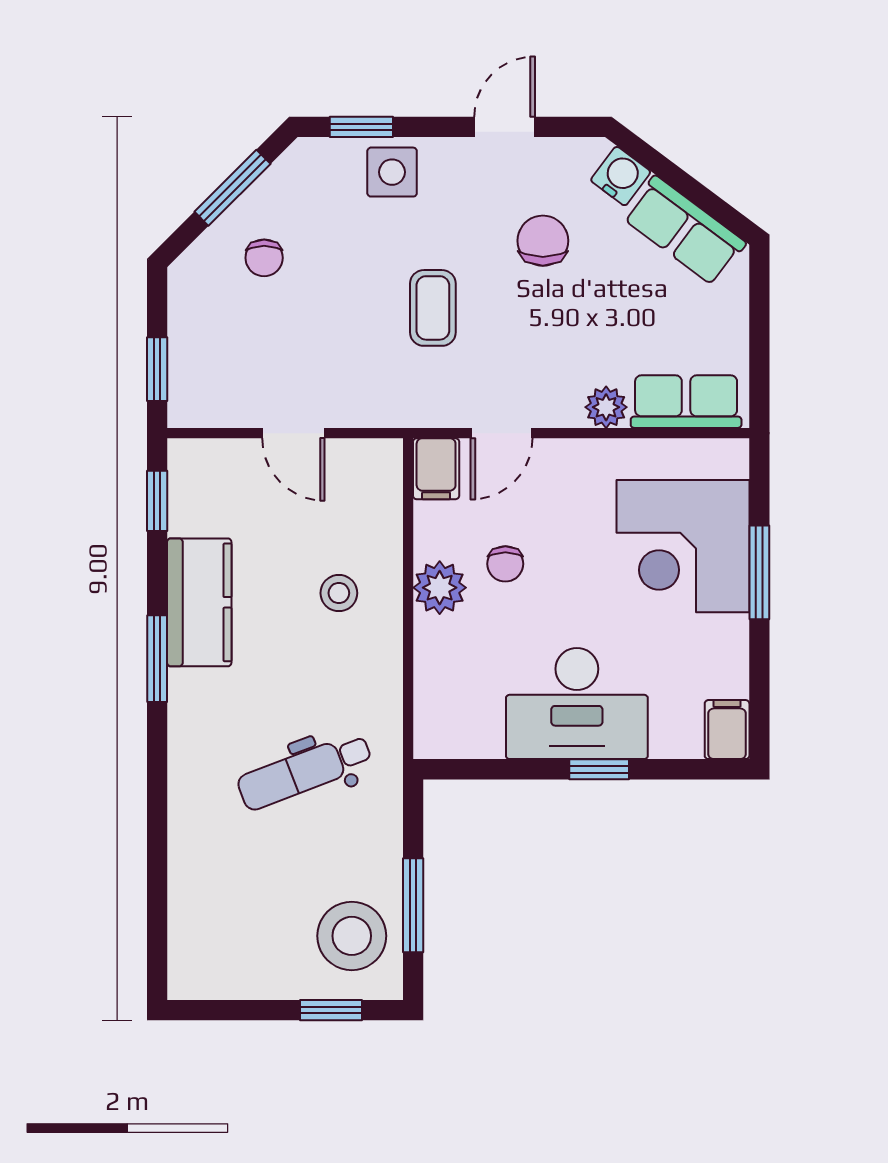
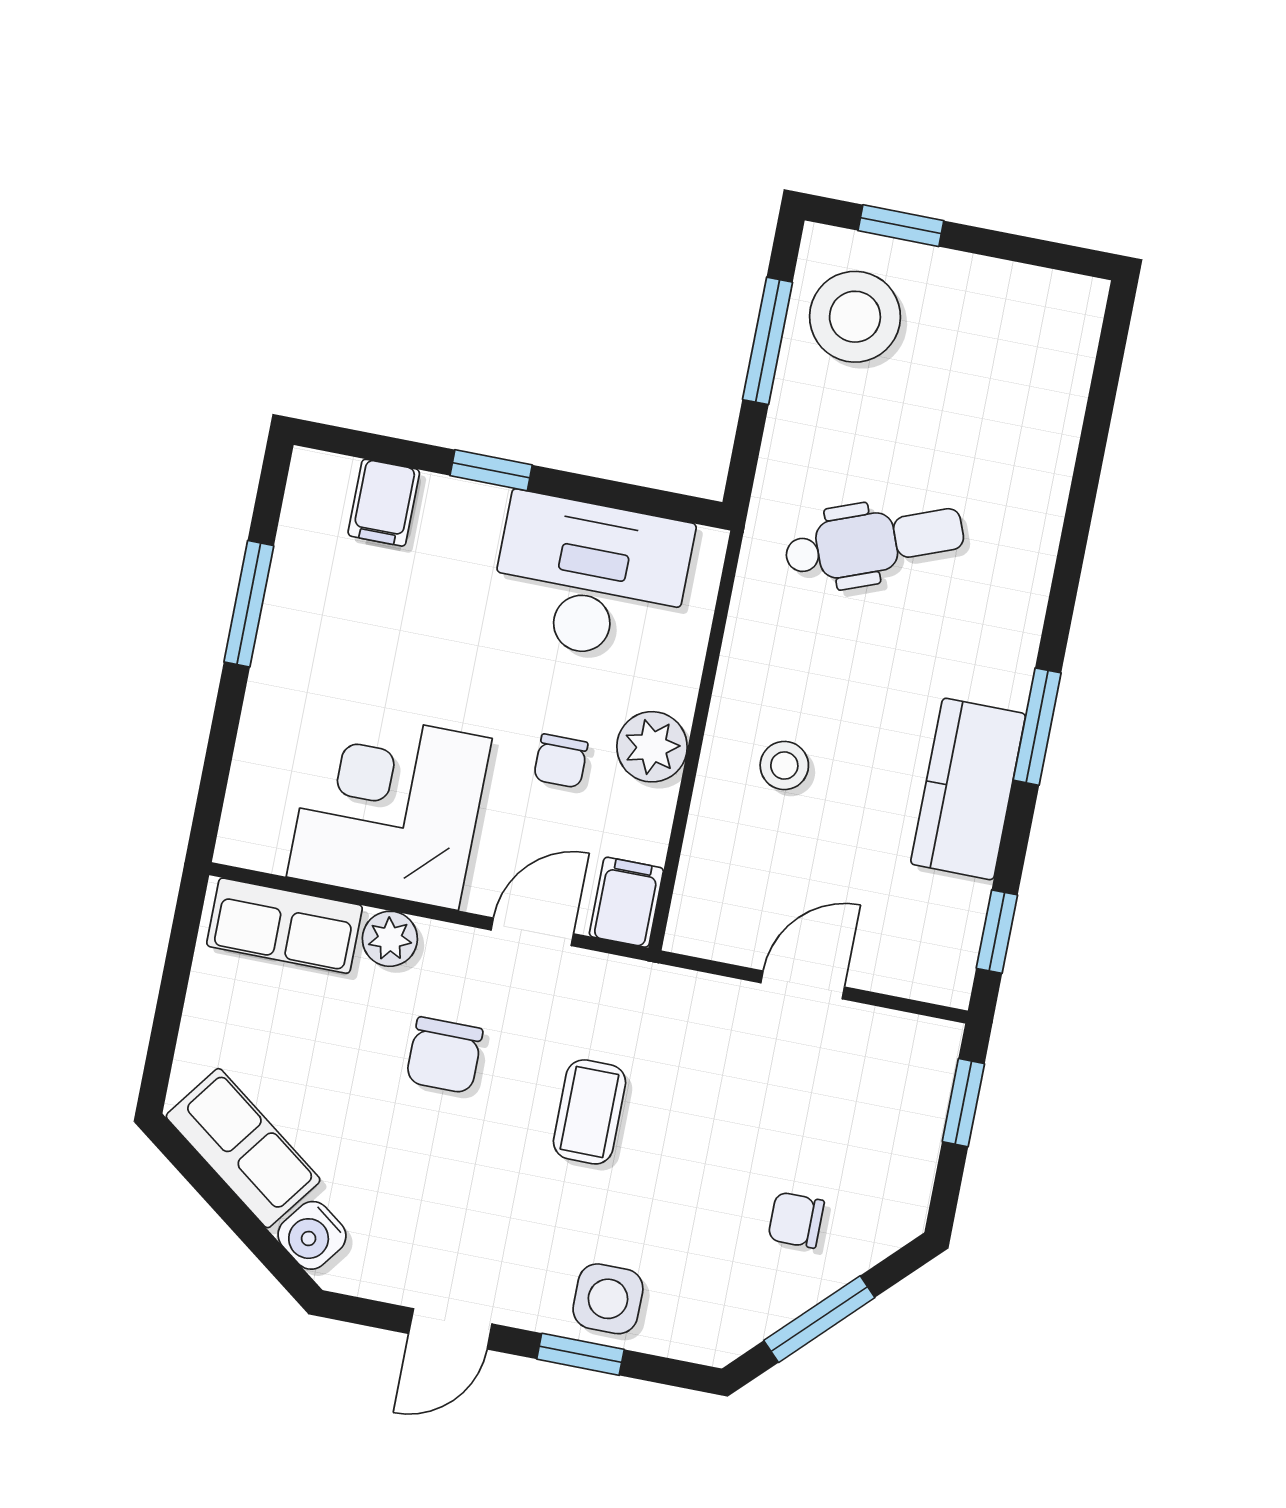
window: (361, 127) -> (580, 1354), moved
chair: (543, 241) -> (444, 1055), moved
chair: (264, 258) -> (796, 1220), turned -90
door: (293, 433) -> (803, 985), hinge flipped
corner desk: (683, 546) -> (389, 808), moved, turned -90
chair: (505, 564) -> (561, 761), turned 180
window: (759, 572) -> (249, 604), moved
desk: (577, 704) -> (591, 578), moved
filing cabinet: (727, 730) -> (384, 503), moved

